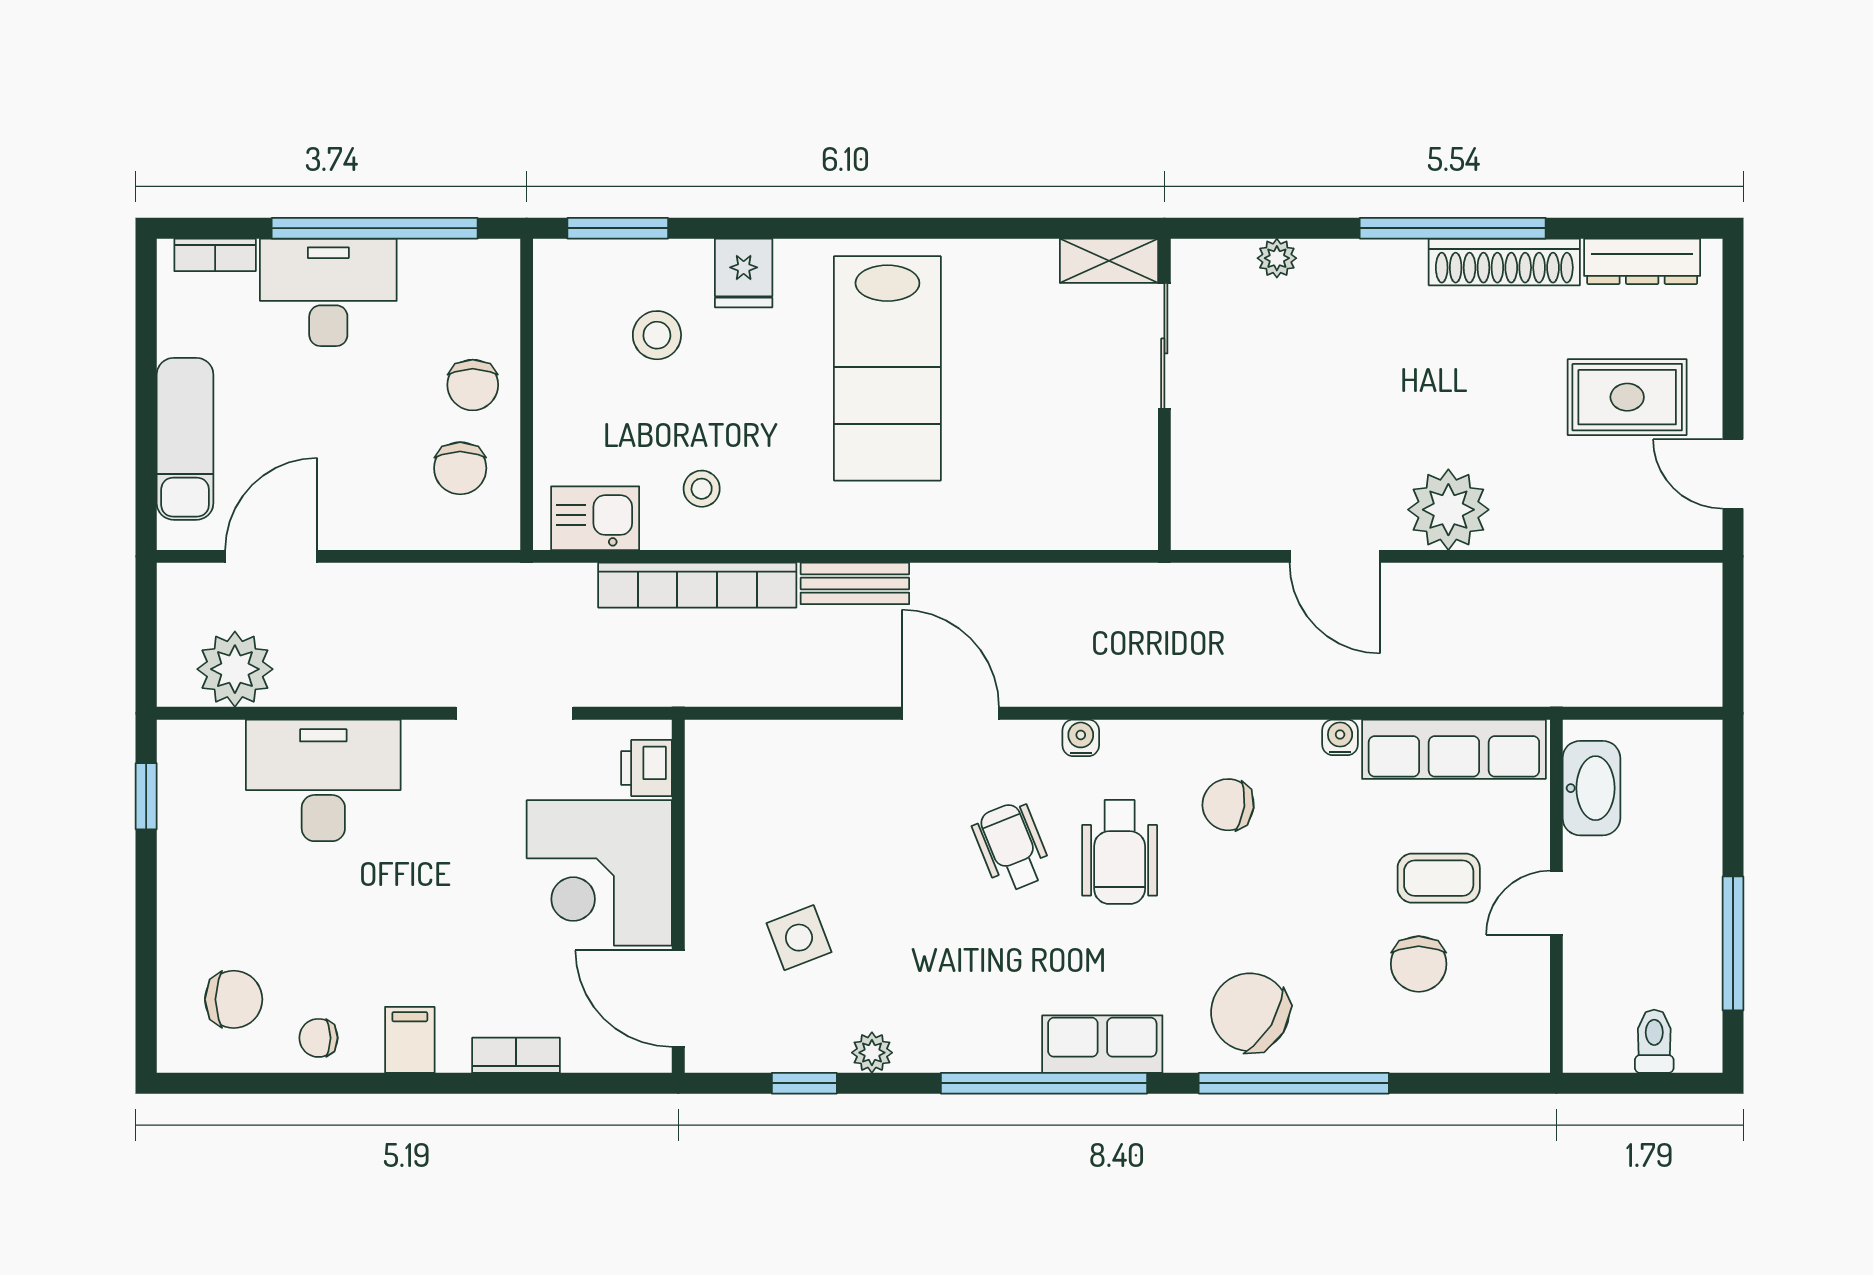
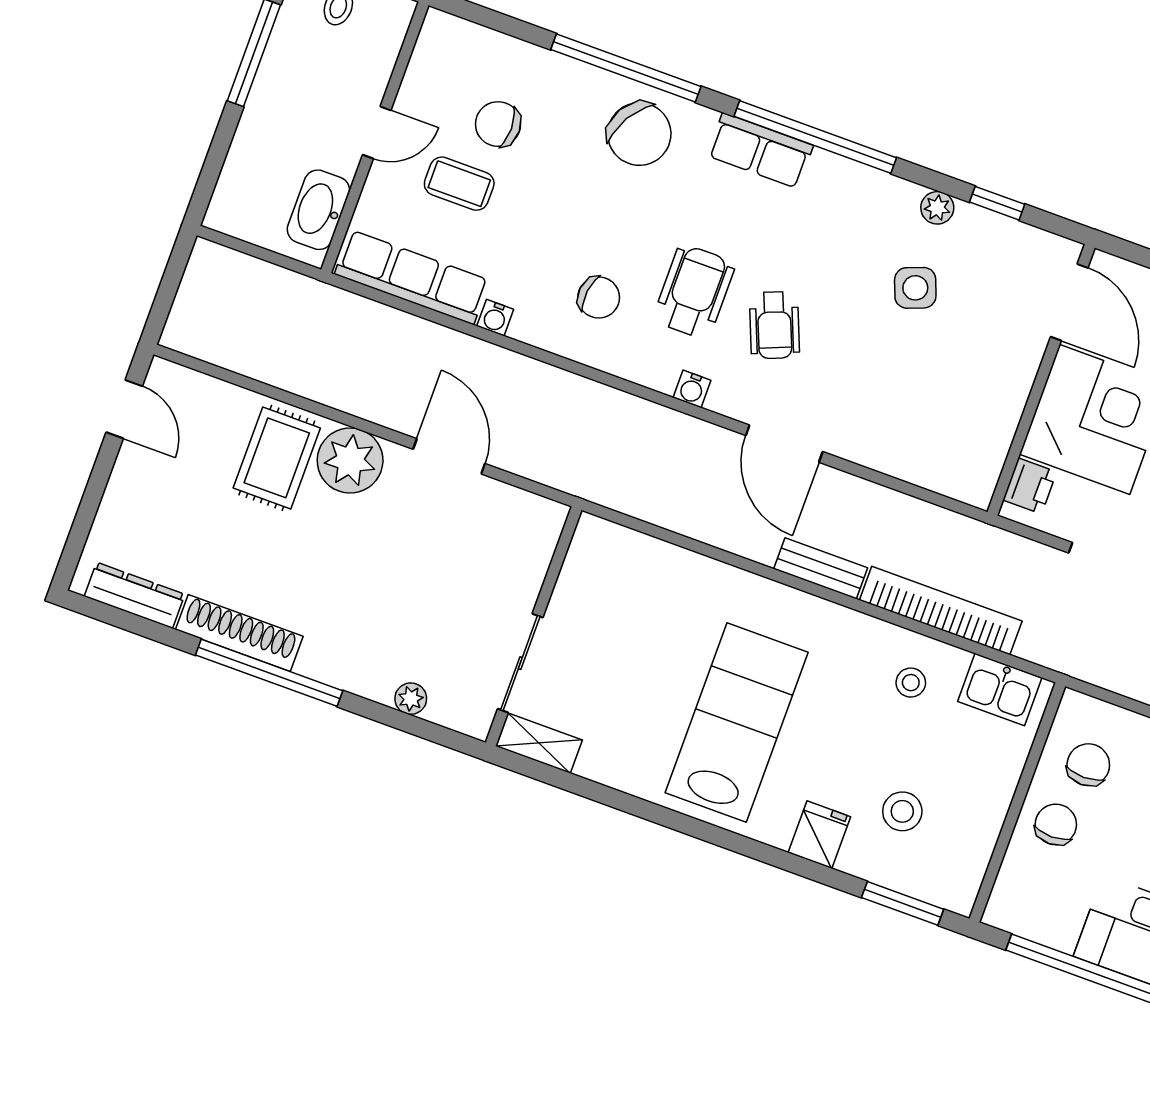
rug: (1627, 397) -> (277, 458), moved, turned 90
side table: (799, 938) -> (915, 288), moved
chair: (1419, 964) -> (498, 124), turned -90

